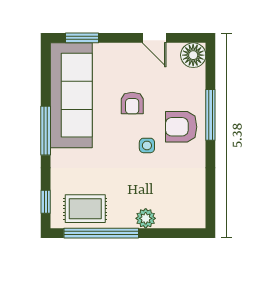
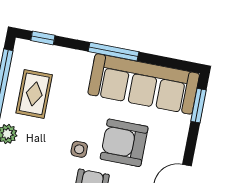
armchair: (132, 103) -> (124, 143), width x1.88, depth x1.88
rug: (85, 209) -> (34, 94), moved

